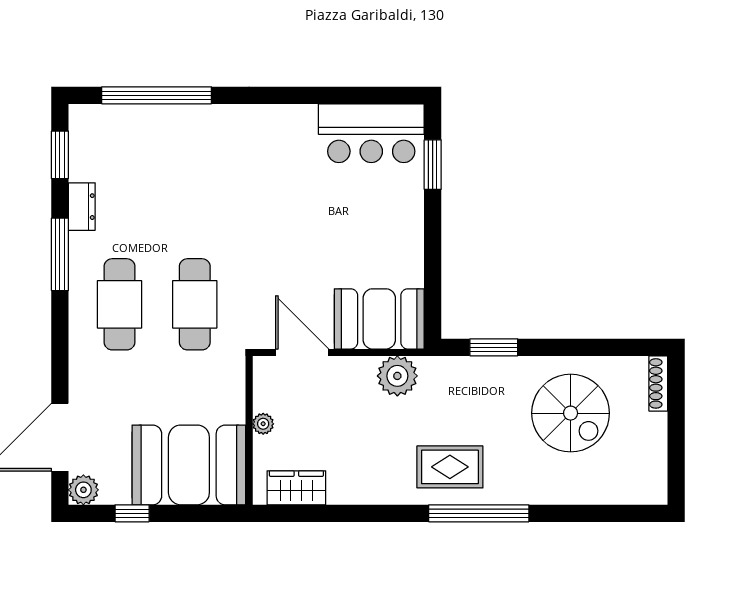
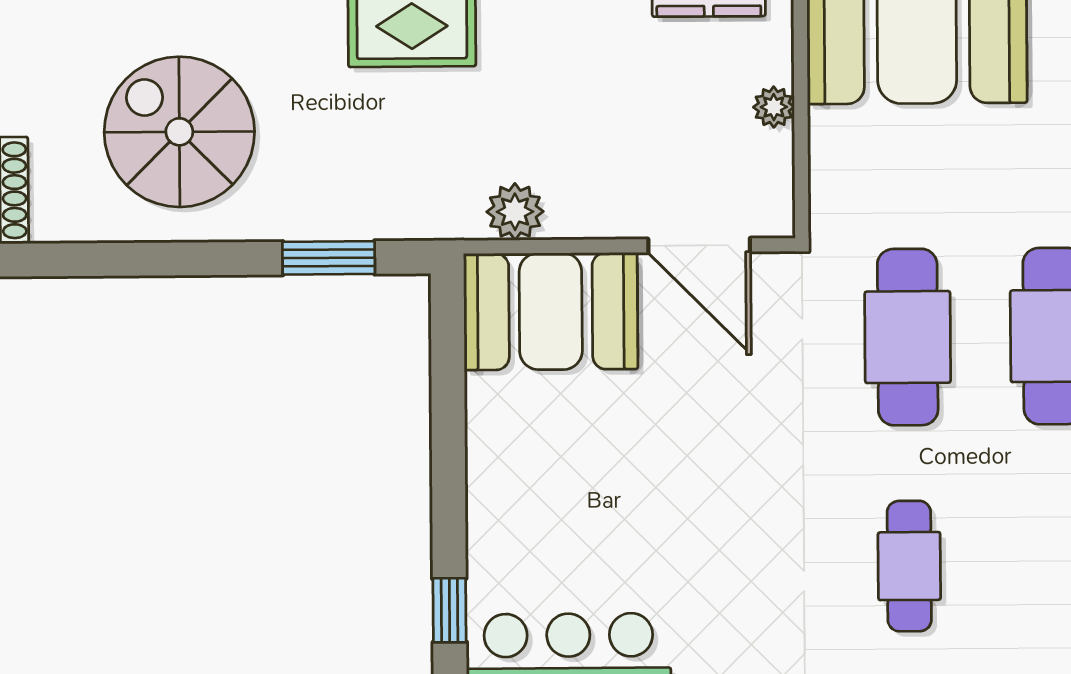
window: (433, 165) -> (449, 610), width x0.67
cafe table: (195, 186) -> (909, 566), added
plant: (397, 376) -> (515, 212), width x0.73, depth x0.73

